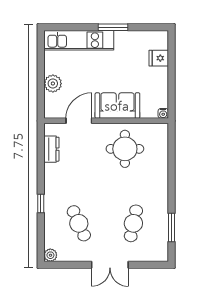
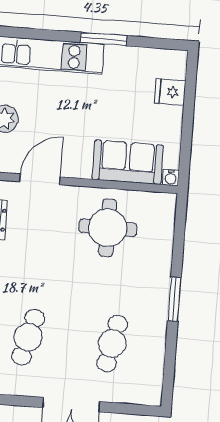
sofa: (117, 106) -> (128, 162), moved
cafe table: (79, 223) -> (28, 337), turned 39
window: (171, 227) -> (174, 299), moved

